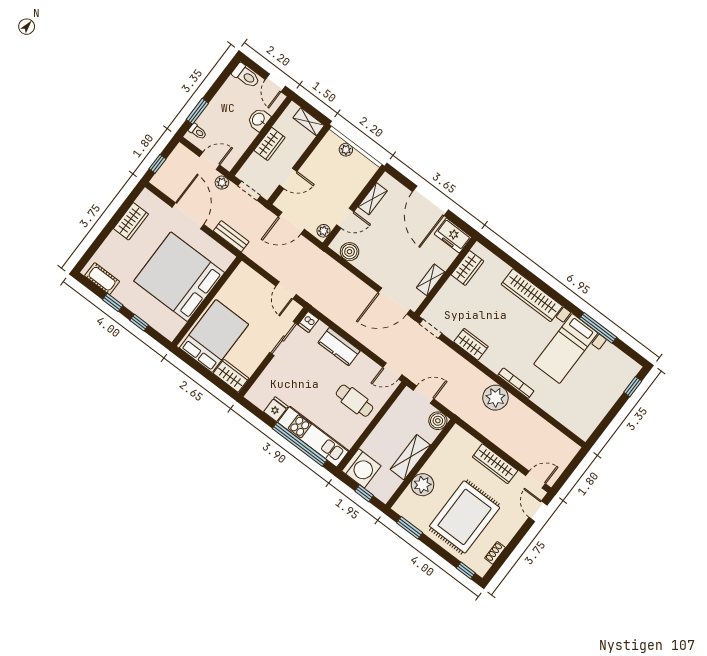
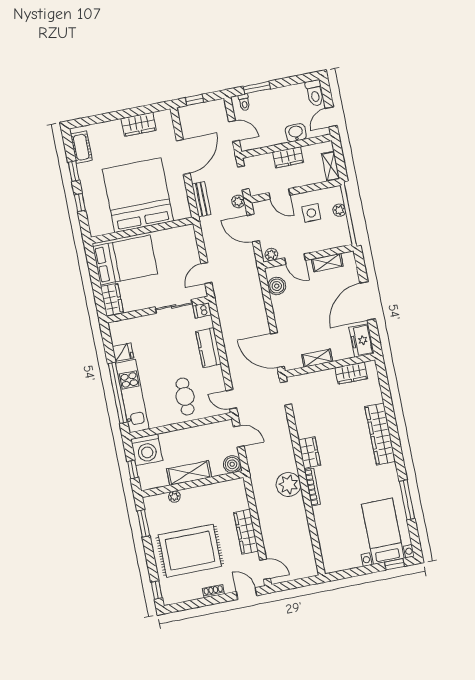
side table: (326, 171) -> (311, 213), added
plant: (222, 183) -> (238, 201), moved
wardrobe: (471, 344) -> (309, 453), moved
bed with nightstands: (566, 349) -> (383, 531), moved, turned 90
plant: (423, 485) -> (174, 497), width x0.53, depth x0.53
door: (538, 511) -> (247, 594), hinge flipped
shoe rack: (495, 553) -> (213, 591), moved

